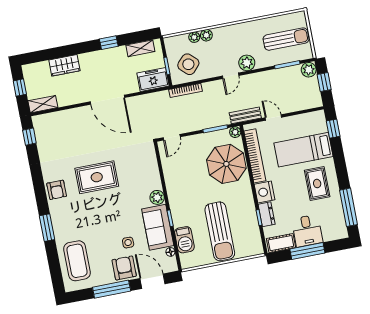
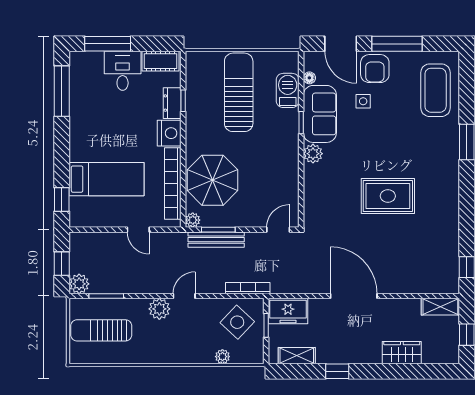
plant: (206, 35) -> (206, 356), removed
bench: (245, 115) -> (216, 240), moved, width x1.36
rug: (317, 184) -> (97, 131), removed
armchair: (57, 190) -> (444, 190), removed
window: (307, 251) -> (108, 44), moved

